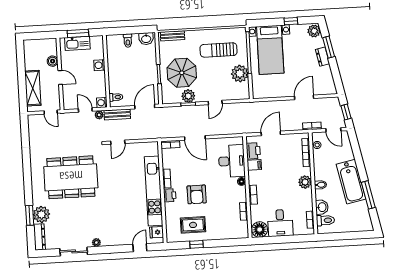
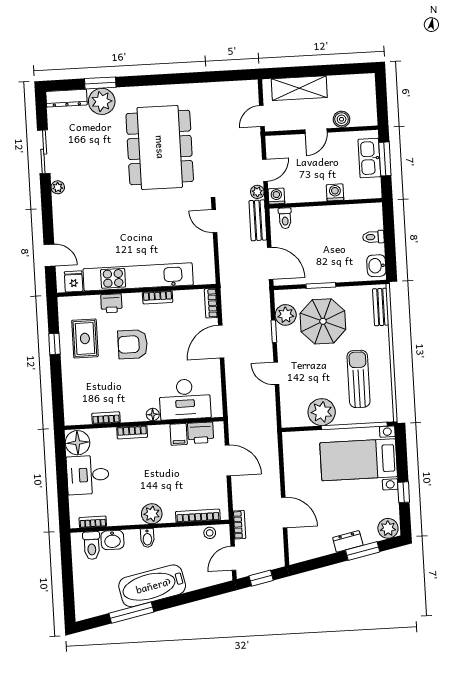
plant: (188, 96) -> (286, 315), moved
printer: (170, 195) -> (111, 303), moved

